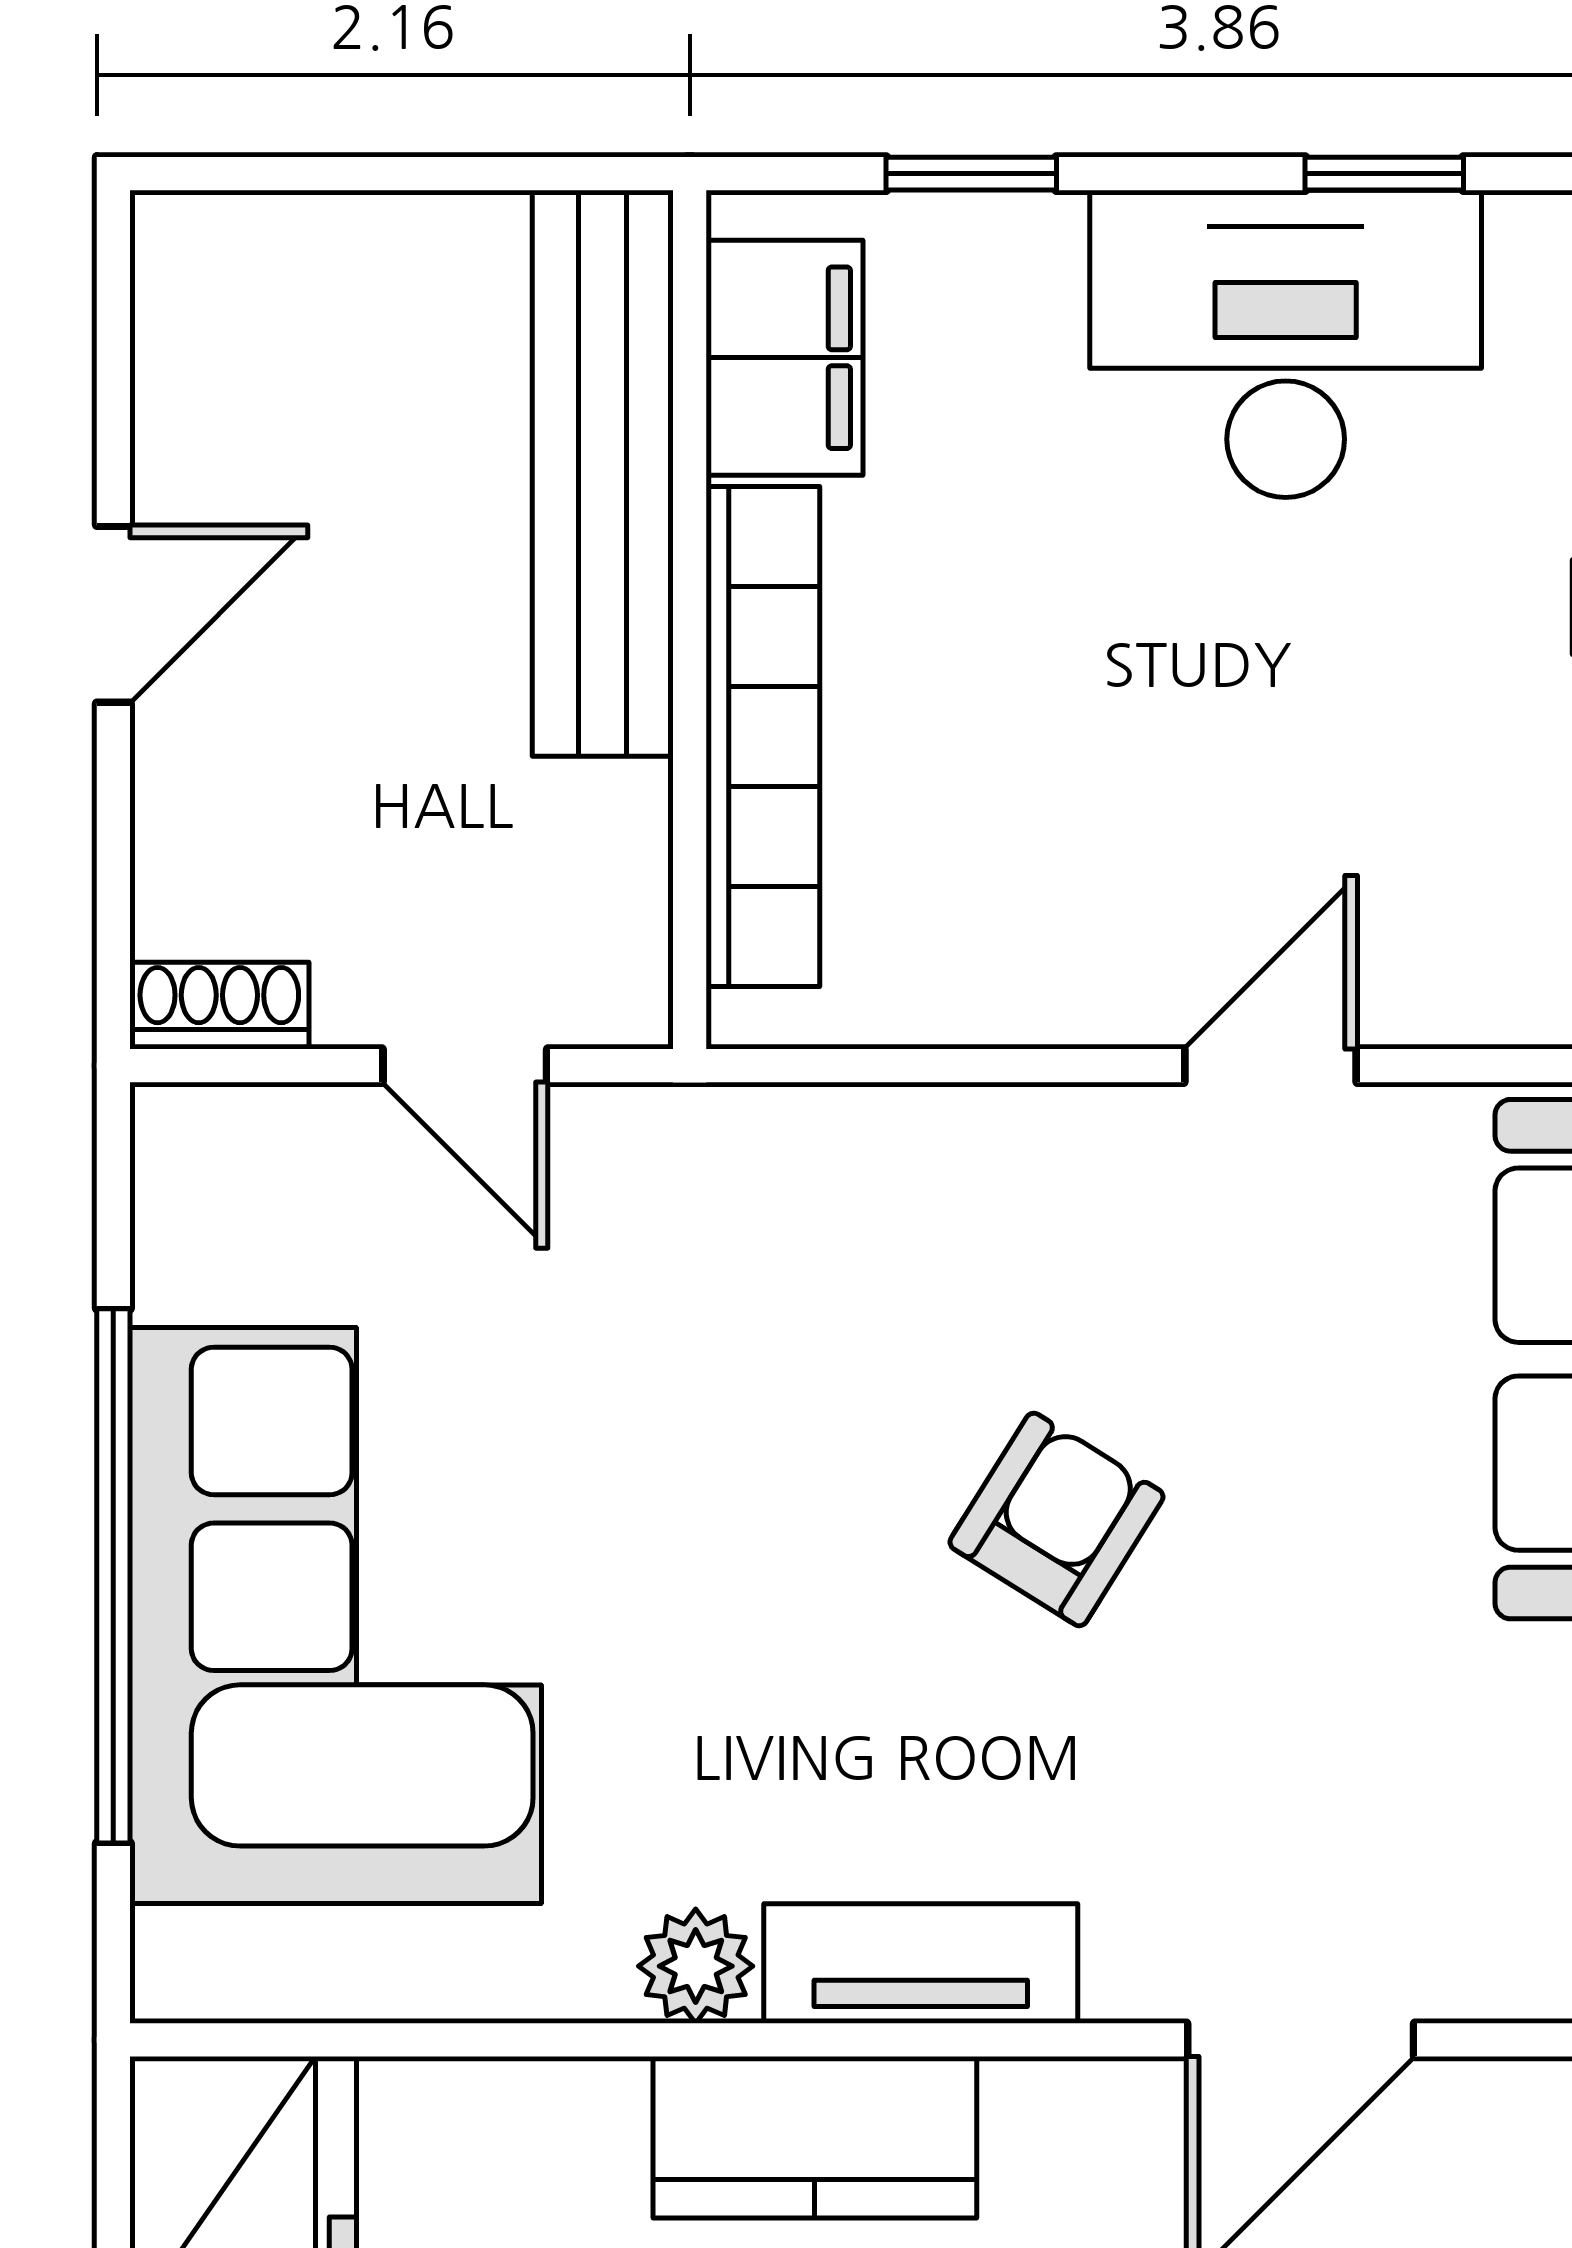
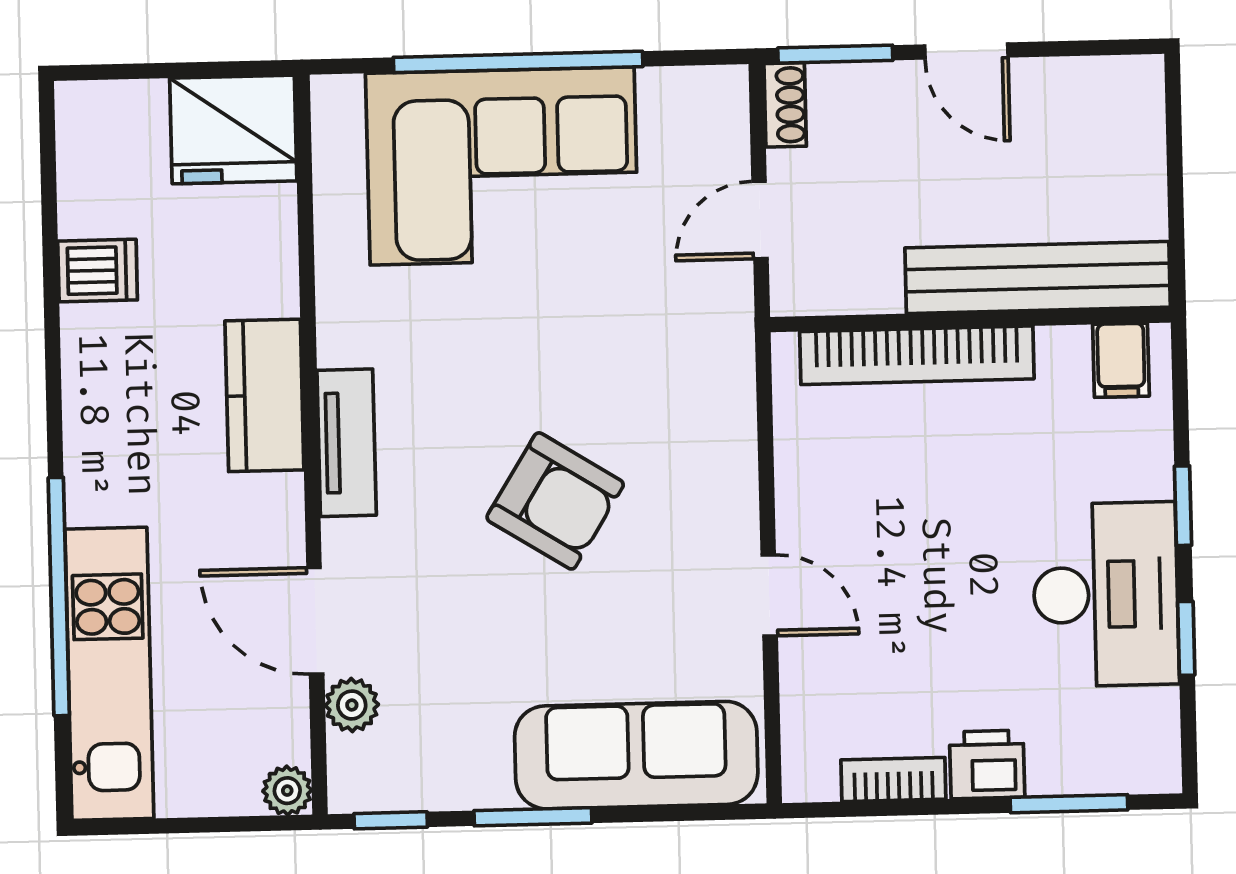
window: (971, 174) -> (1183, 506), moved
filing cabinet: (784, 358) -> (1121, 360), width x0.50
window: (113, 895) -> (835, 54), added
armchair: (1057, 1519) -> (555, 501), width x1.38, depth x1.38
plant: (696, 1966) -> (352, 705), moved

